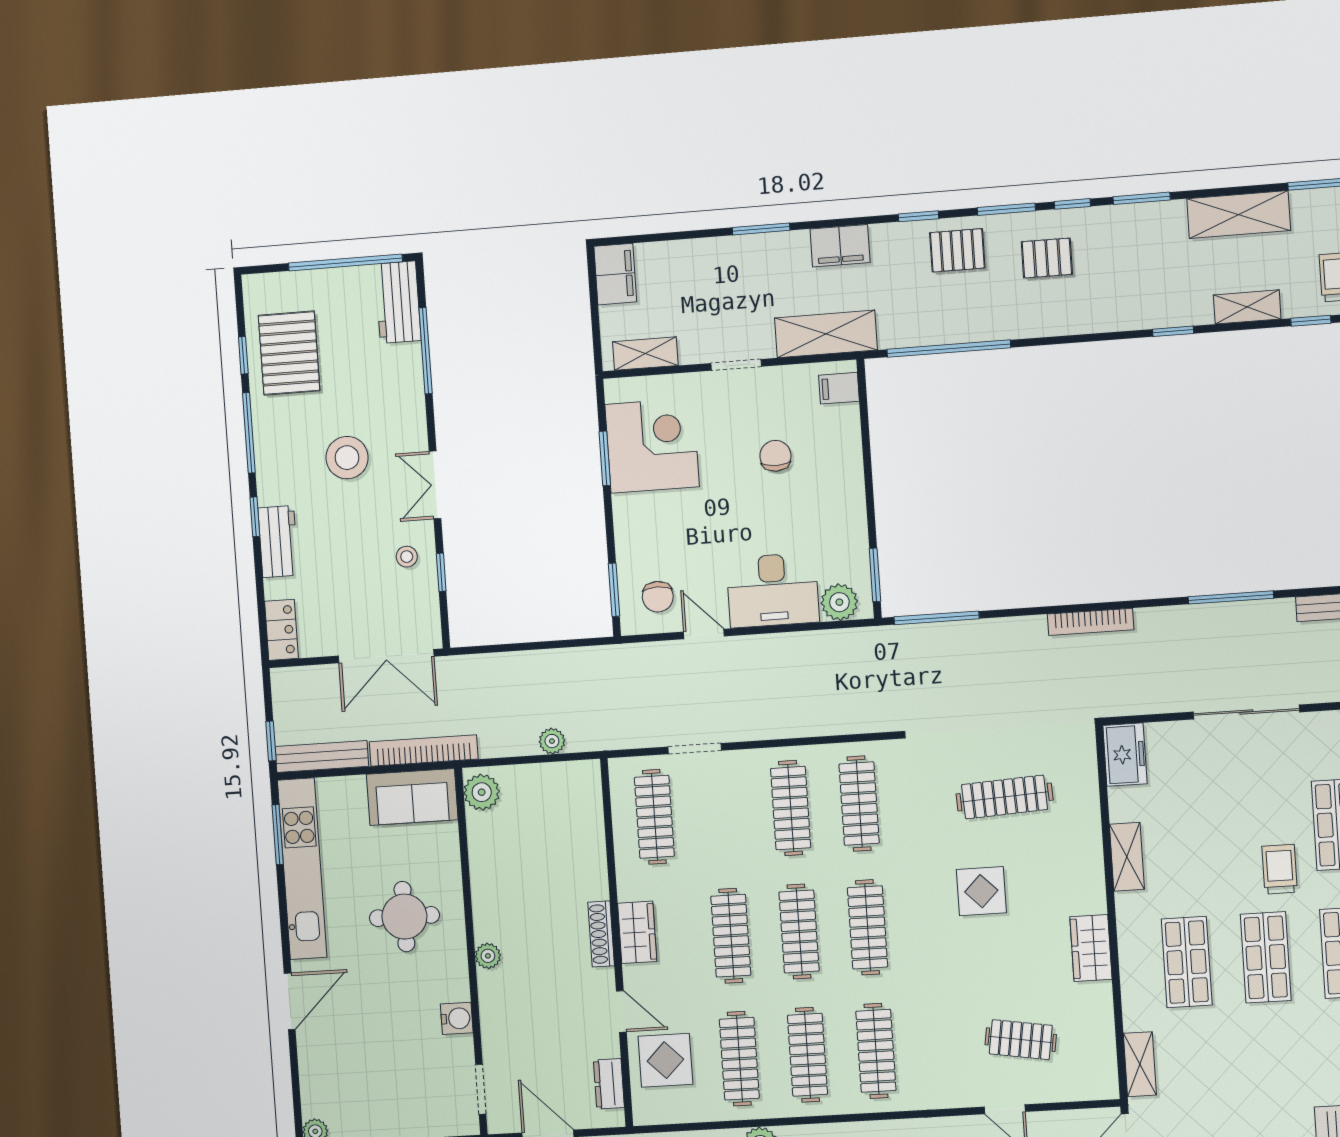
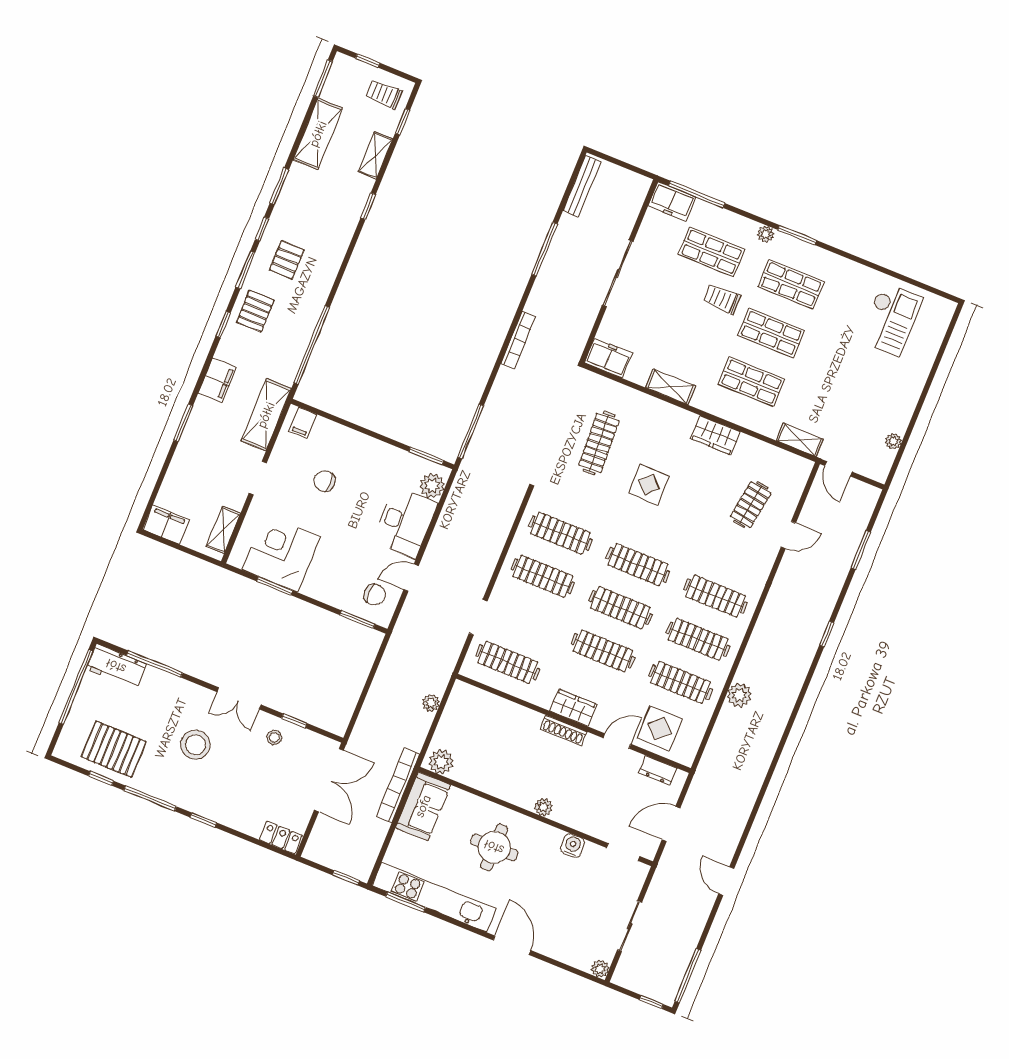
workbench: (278, 542) -> (226, 813), removed
bench: (322, 756) -> (371, 851), removed

